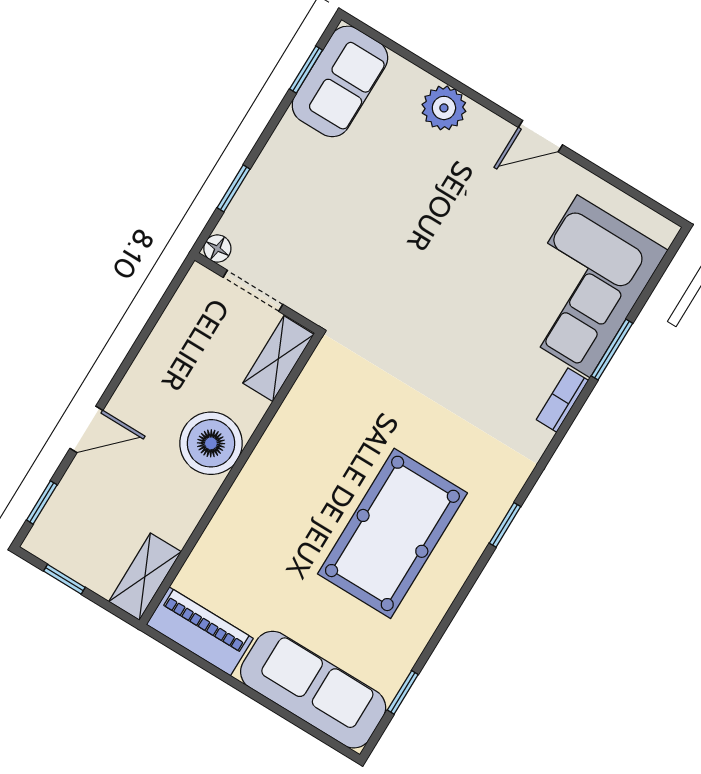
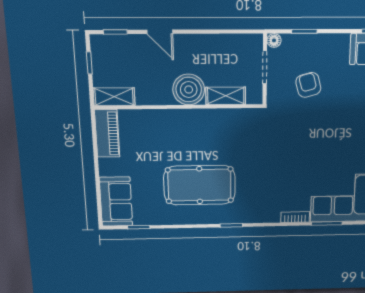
armchair: (330, 234) -> (308, 85), added
shelving: (278, 359) -> (226, 96), moved
sofa: (313, 690) -> (116, 202), width x0.73

